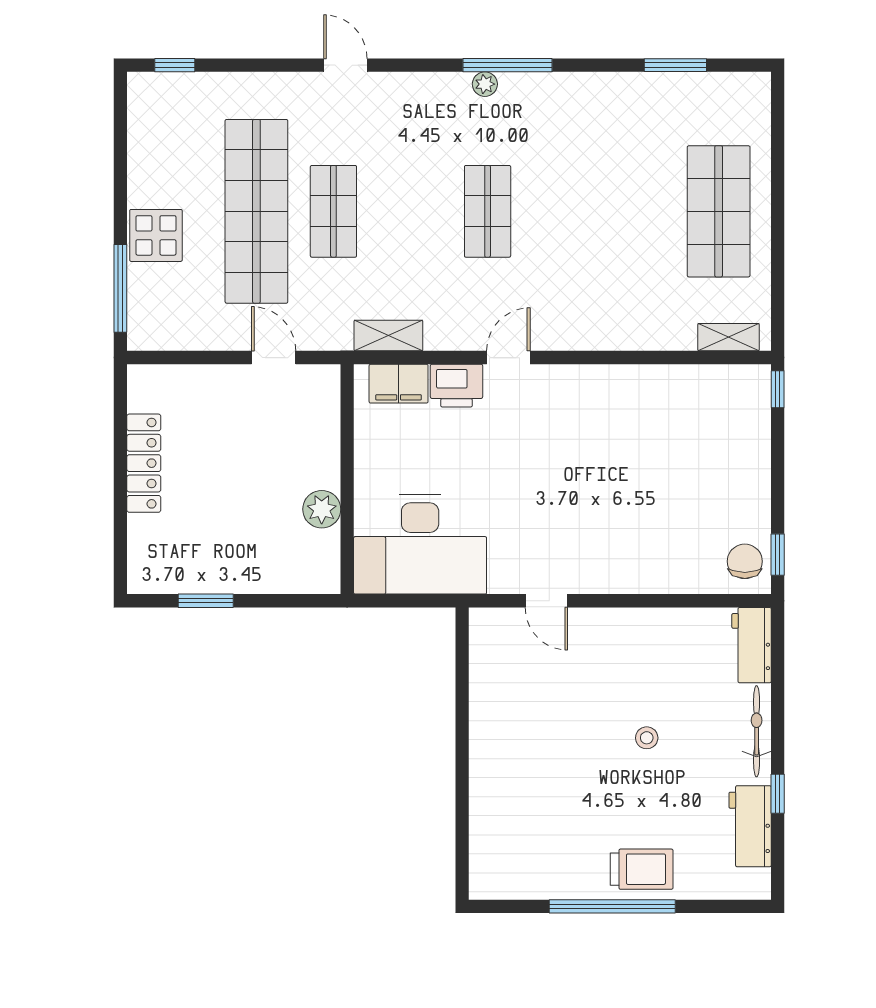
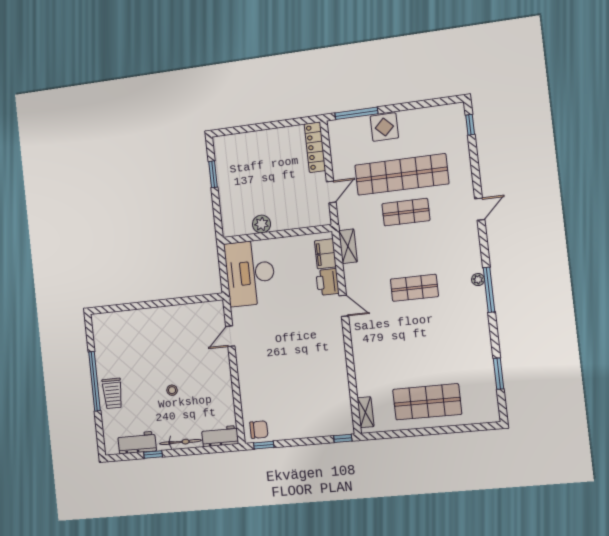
locker: (144, 463) -> (315, 147), moved, turned 90

